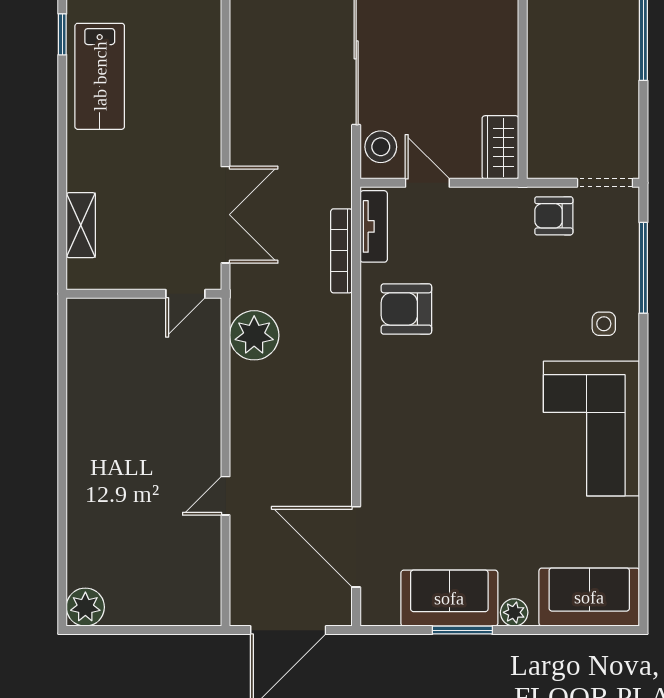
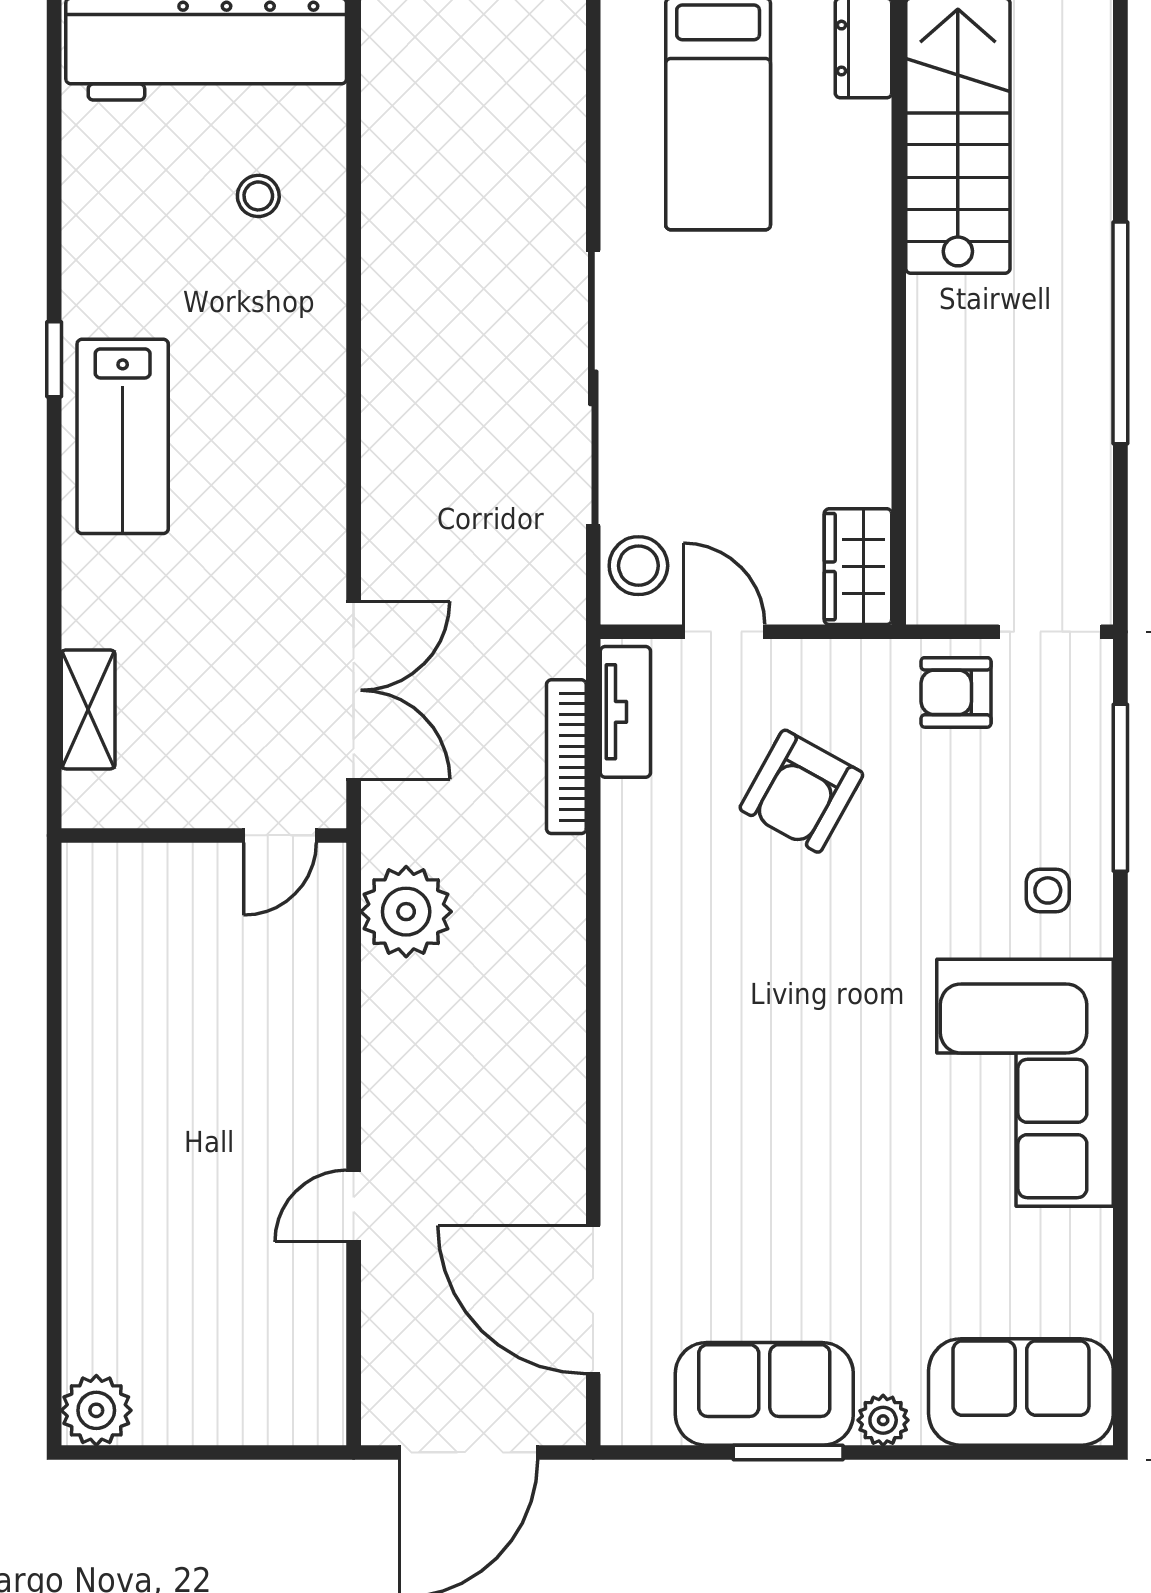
armchair: (406, 309) -> (801, 791), moved, turned -61

